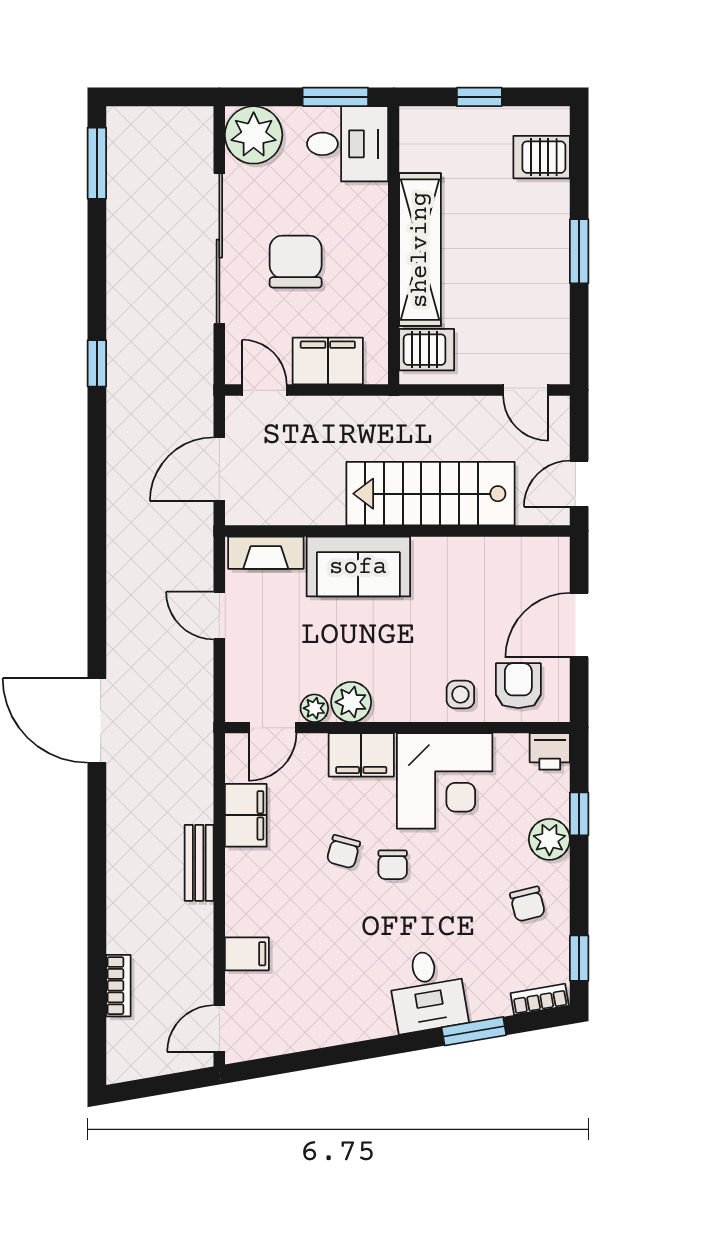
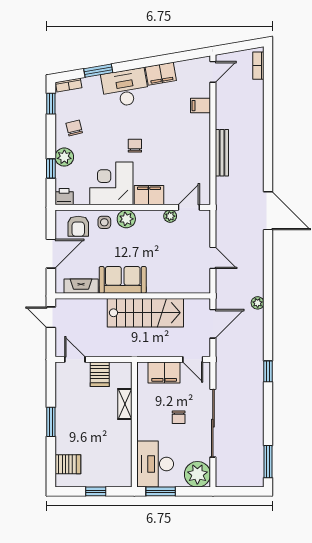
desk: (348, 144) -> (155, 464), width x1.37
shelving: (420, 250) -> (125, 404), width x0.45, depth x0.75
chair: (296, 262) -> (179, 417), width x0.54, depth x0.54
server rack: (427, 350) -> (100, 374), moved, turned -90
door: (579, 484) -> (51, 317), swing flipped
stairs: (430, 494) -> (145, 313), moved
plant: (120, 516) -> (258, 303), added
fireplace: (266, 553) -> (81, 286), moved
sofa: (358, 567) -> (123, 280), moved
plant: (351, 702) -> (126, 219), moved
filing cabinet: (246, 815) -> (161, 74), moved, turned -100
chair: (343, 852) -> (157, 152), removed
bench: (199, 863) -> (222, 153), width x1.36
bookcase: (118, 986) -> (258, 66), moved
desk: (427, 991) -> (125, 88), width x1.37

